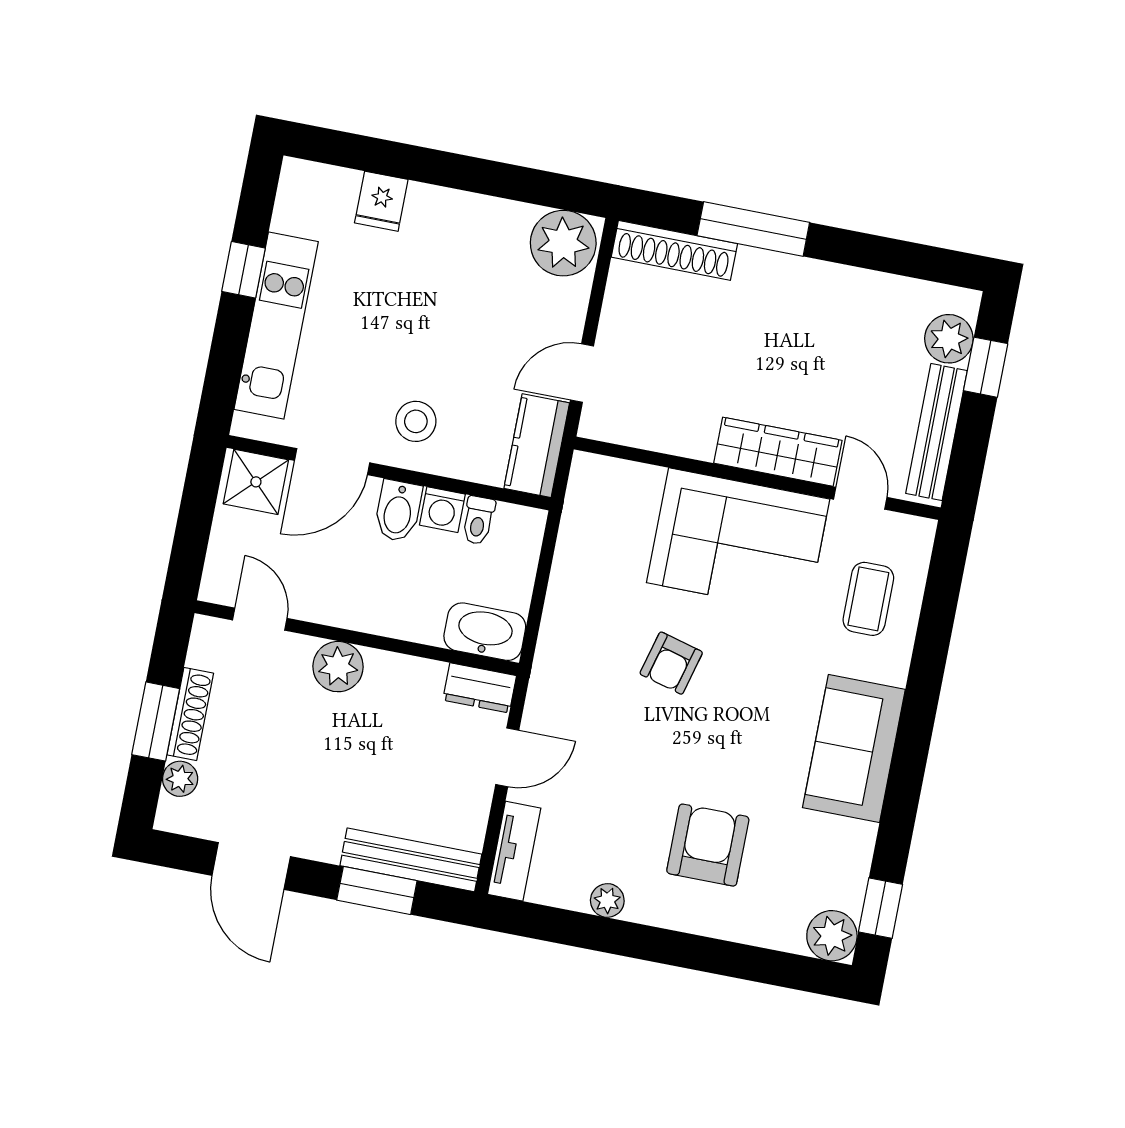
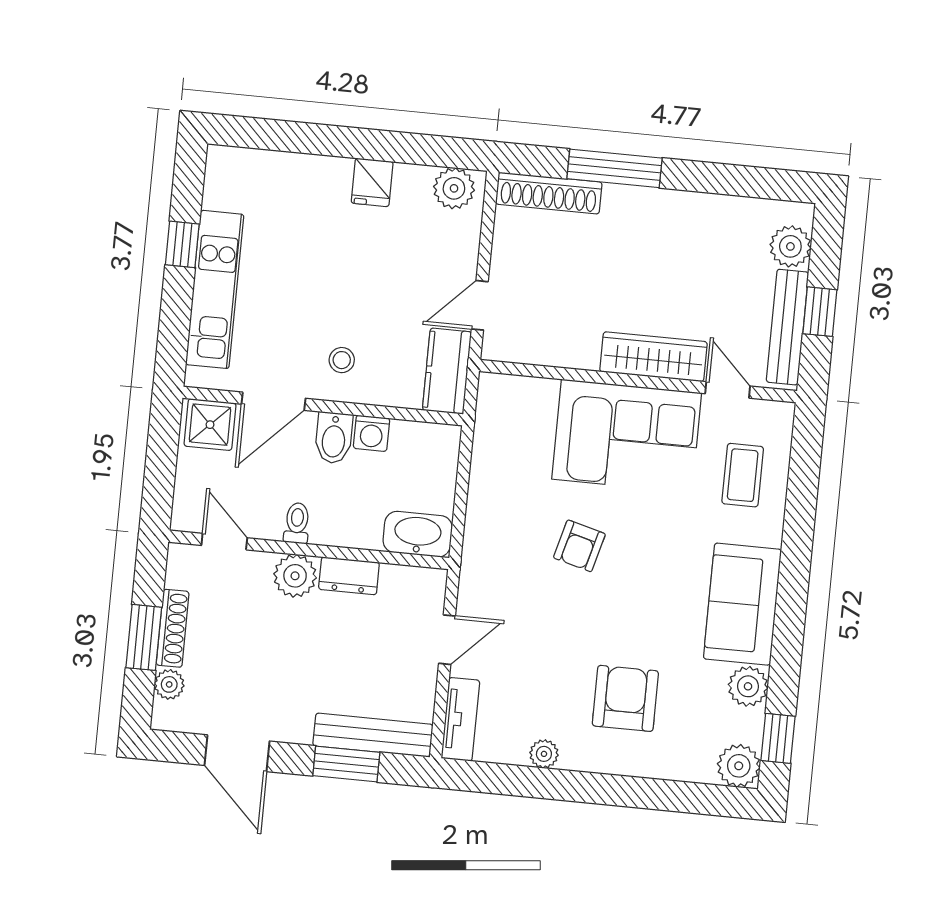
fridge: (381, 201) -> (372, 182), moved
plant: (563, 243) -> (454, 188), width x0.73, depth x0.73
window: (986, 367) -> (820, 312), moved
stool: (416, 421) -> (342, 360), width x0.73, depth x0.73
toilet: (478, 520) -> (297, 523), moved, turned 180
dresser: (480, 688) -> (349, 576), moved
plant: (851, 844) -> (748, 686), added

